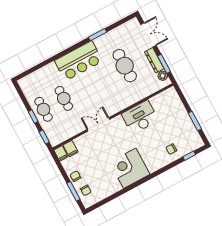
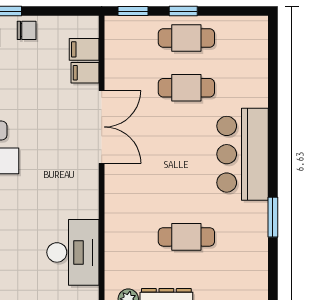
cafe table: (125, 66) -> (186, 237), width x0.73, depth x0.74
desk: (140, 117) -> (73, 252), moved
double door: (98, 124) -> (102, 127), width x1.37
filing cabinet: (61, 153) -> (85, 73), moved

